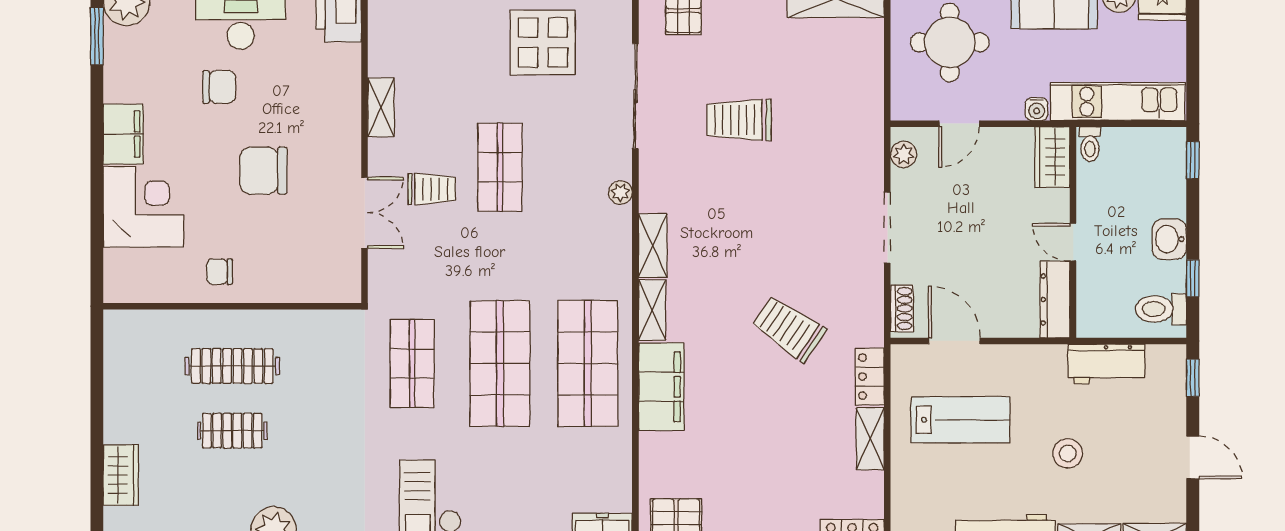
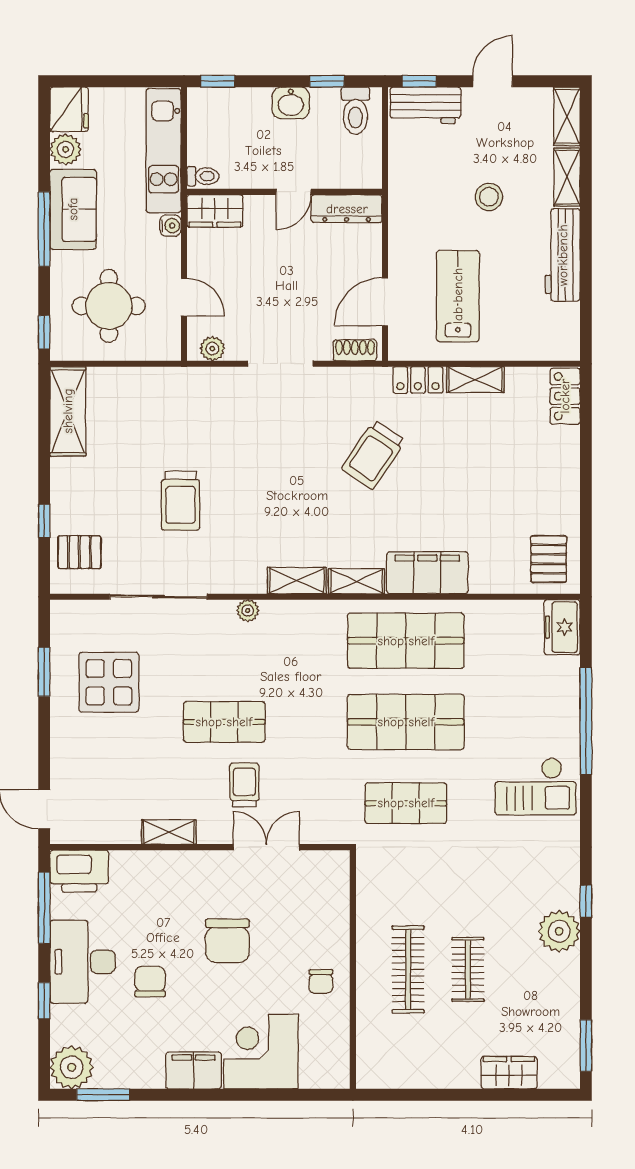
workbench: (1106, 364) -> (425, 105), moved, turned 90

